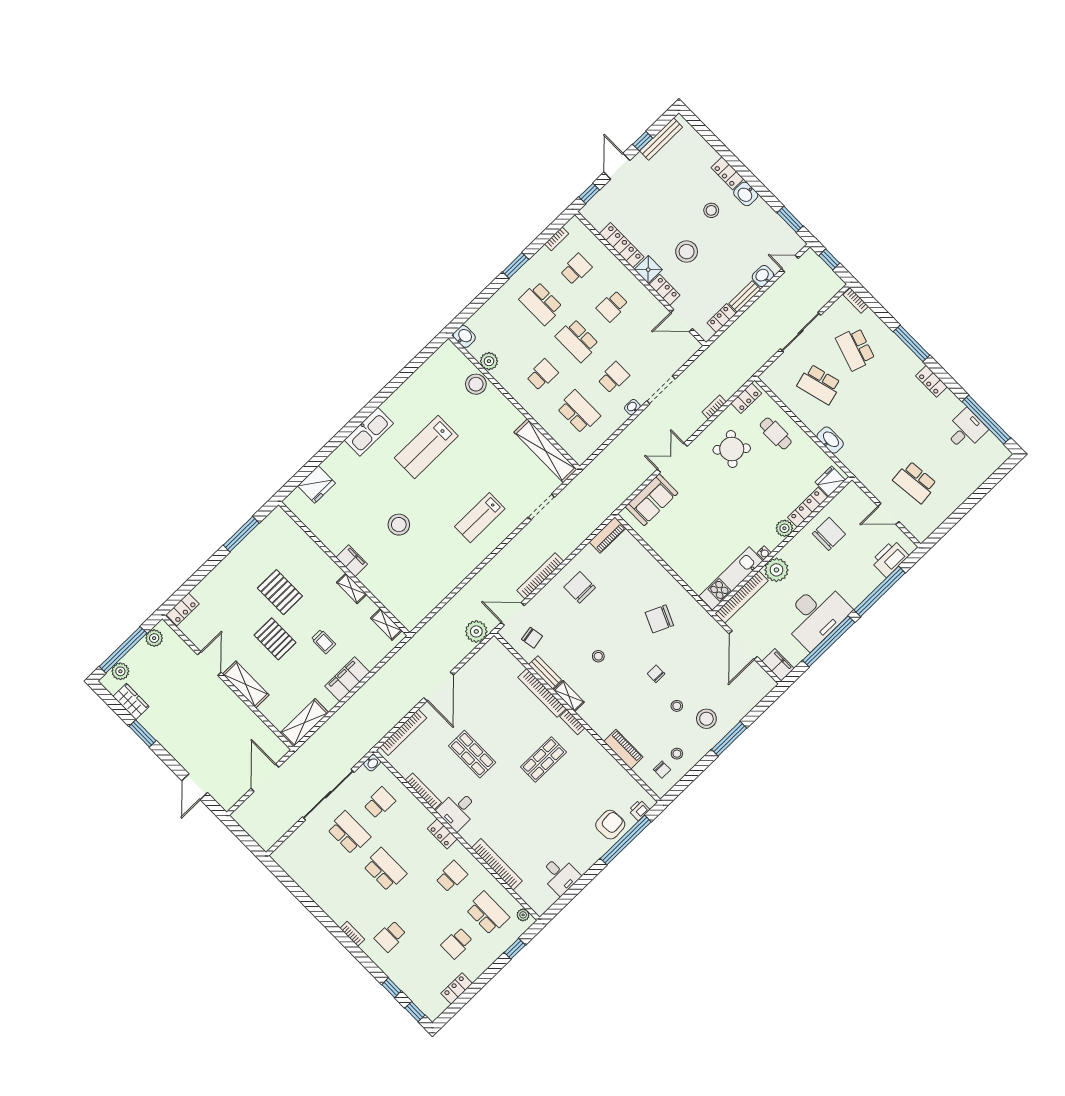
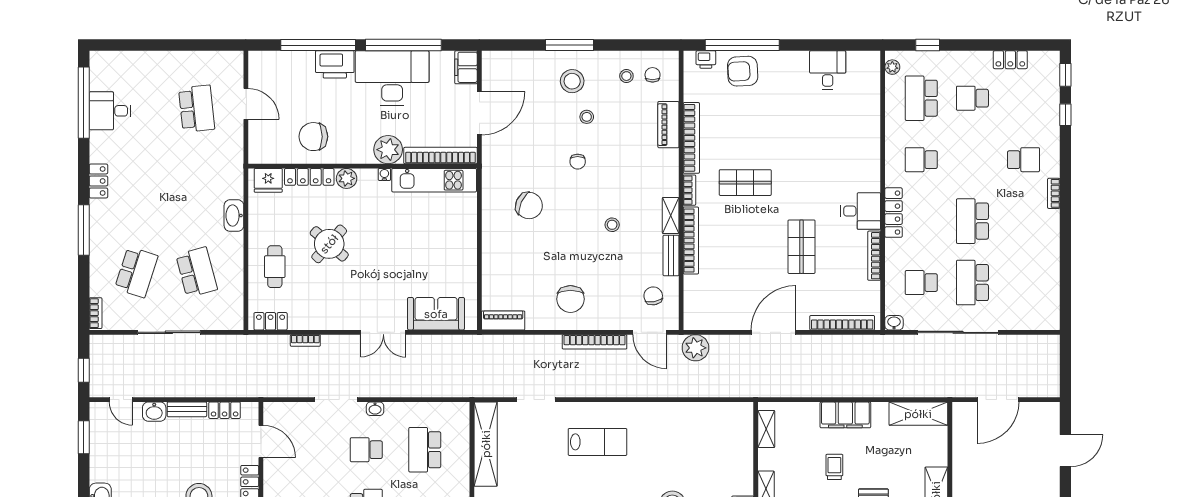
round table: (732, 449) -> (329, 244), moved
printer: (890, 559) -> (335, 64), moved
locker: (442, 834) -> (894, 213), width x1.53
bookcase: (497, 864) -> (691, 138), moved, turned 180
school desk: (457, 943) -> (972, 98), turned 180

